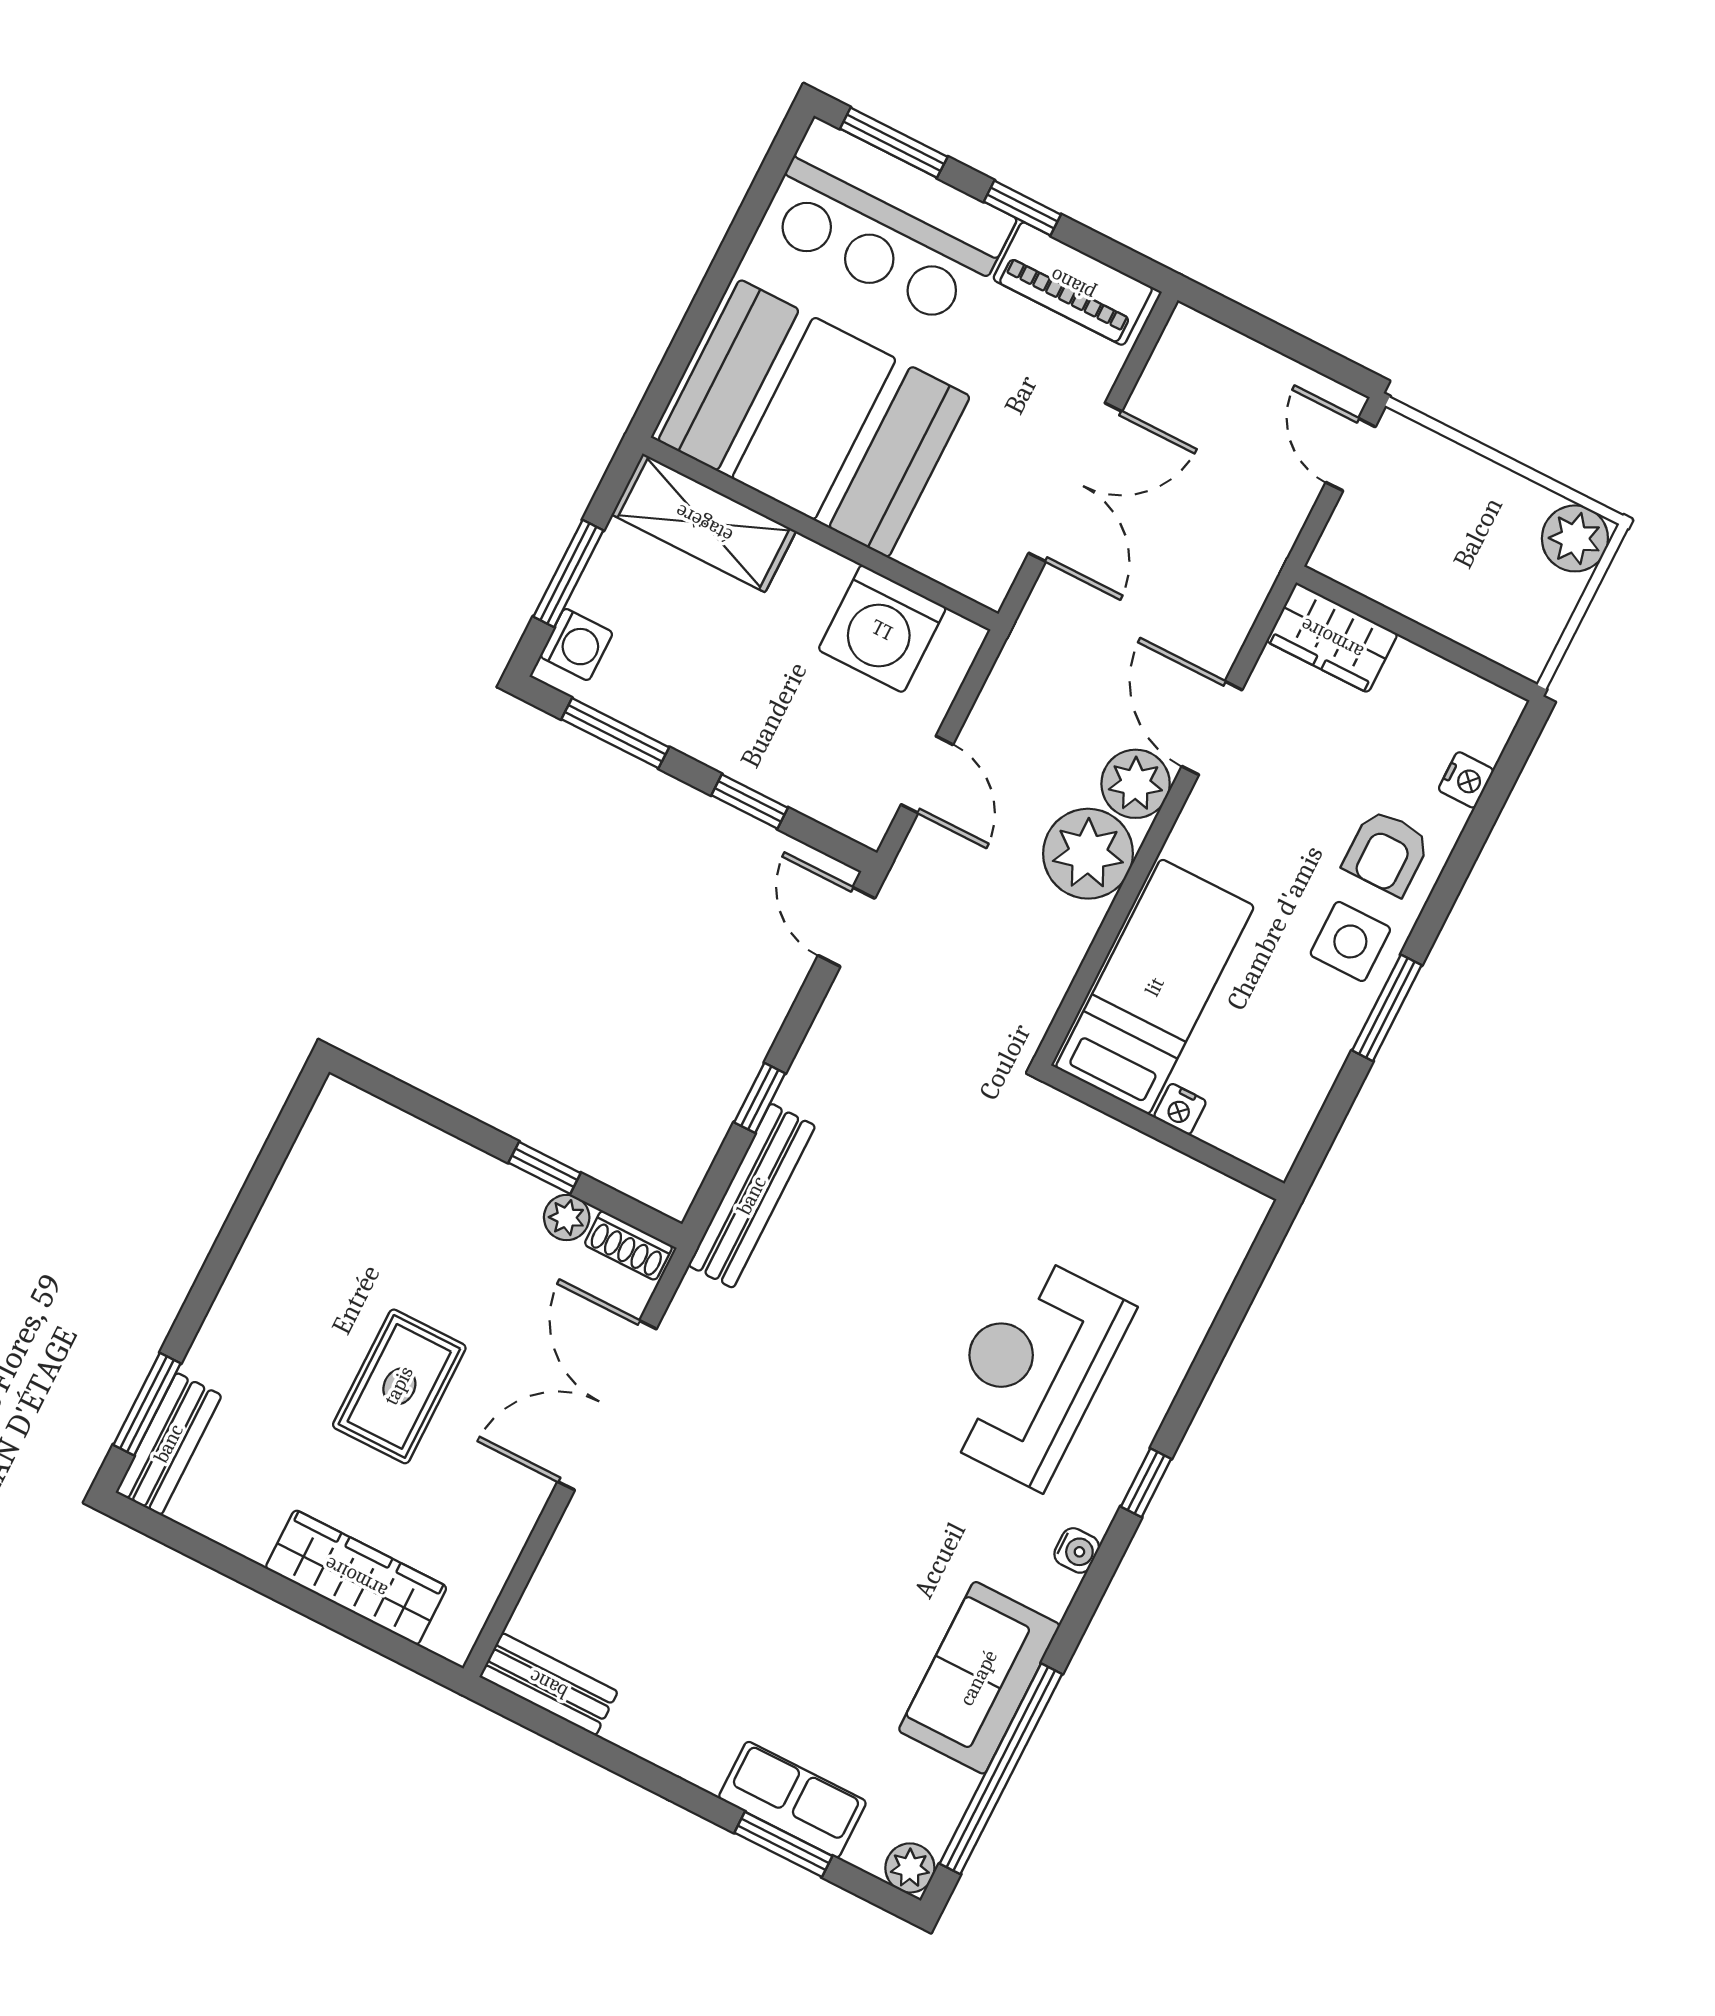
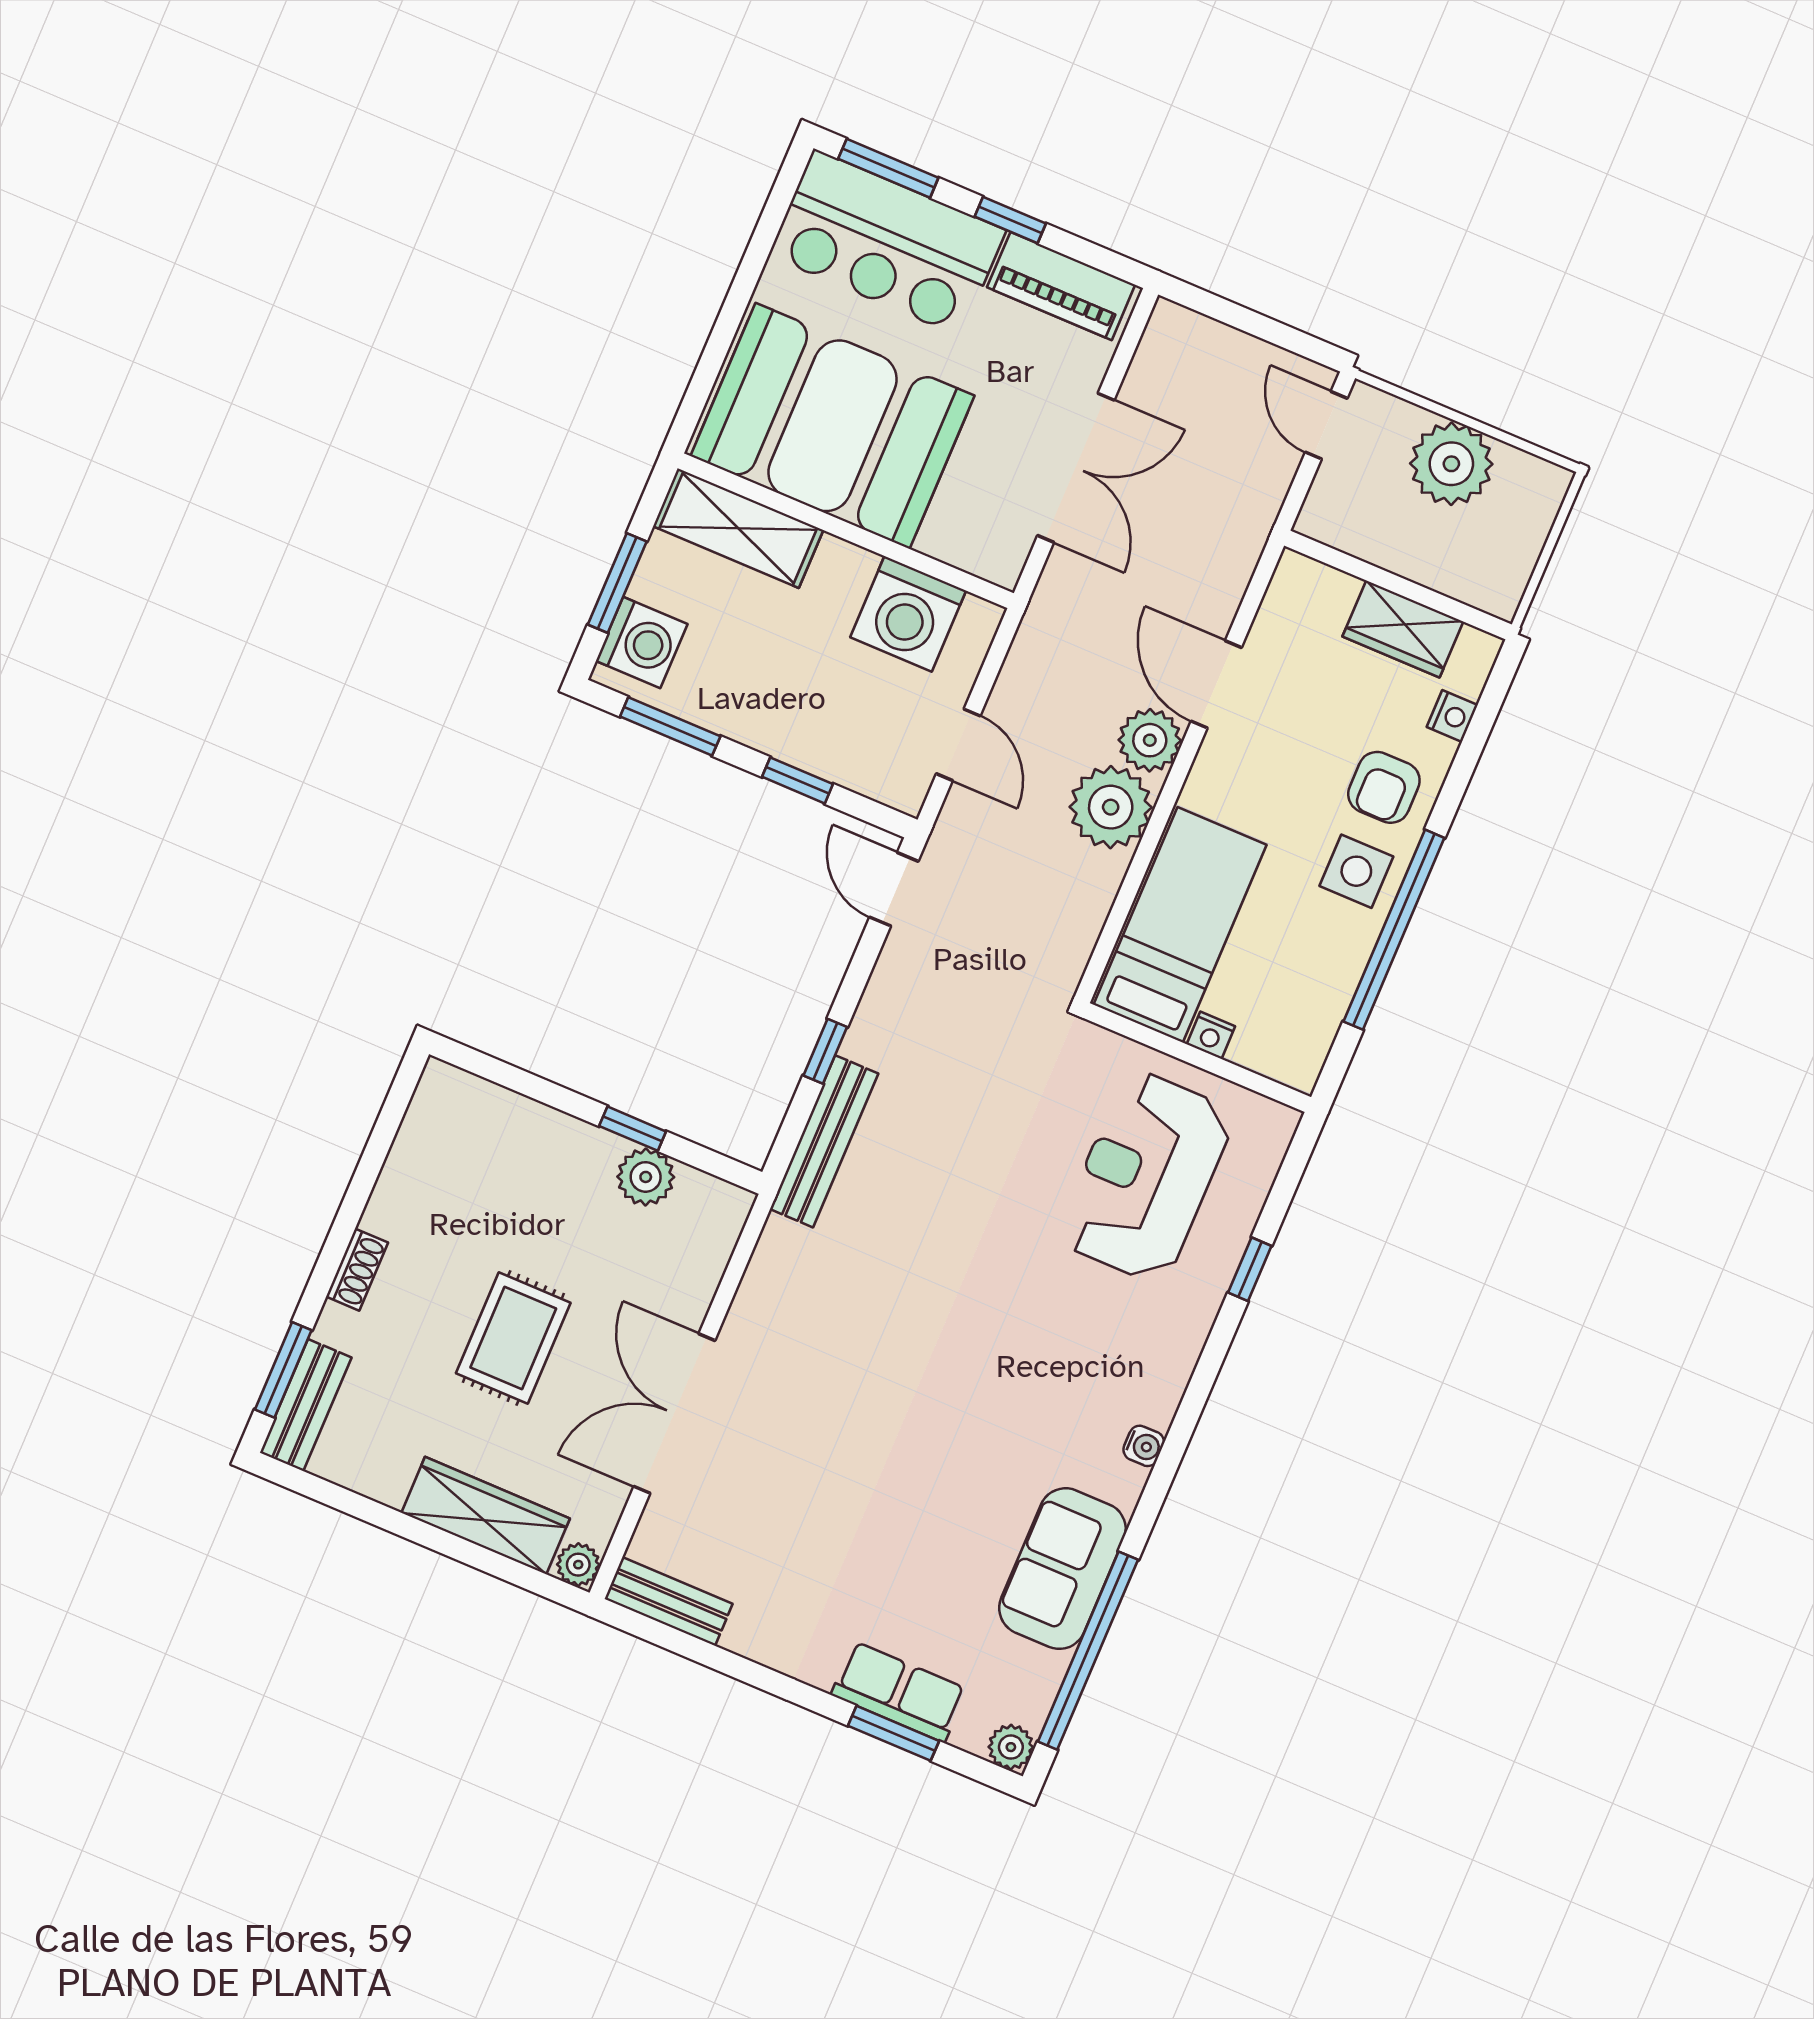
plant: (1575, 538) -> (1451, 464), moved, width x1.36, depth x1.36
wardrobe: (1332, 638) -> (1403, 629), moved
washing machine: (576, 645) -> (642, 642), width x1.38, depth x1.38
window: (1387, 1008) -> (1394, 930), width x2.11
plant: (567, 1217) -> (646, 1177), width x1.38, depth x1.38
shoe rack: (628, 1245) -> (357, 1270), moved, turned -90
reception desk: (1032, 1371) -> (1146, 1176), moved
double door: (607, 1405) -> (674, 1414), moved
window: (1146, 1483) -> (1250, 1269), moved
plant: (453, 1638) -> (578, 1565), added

